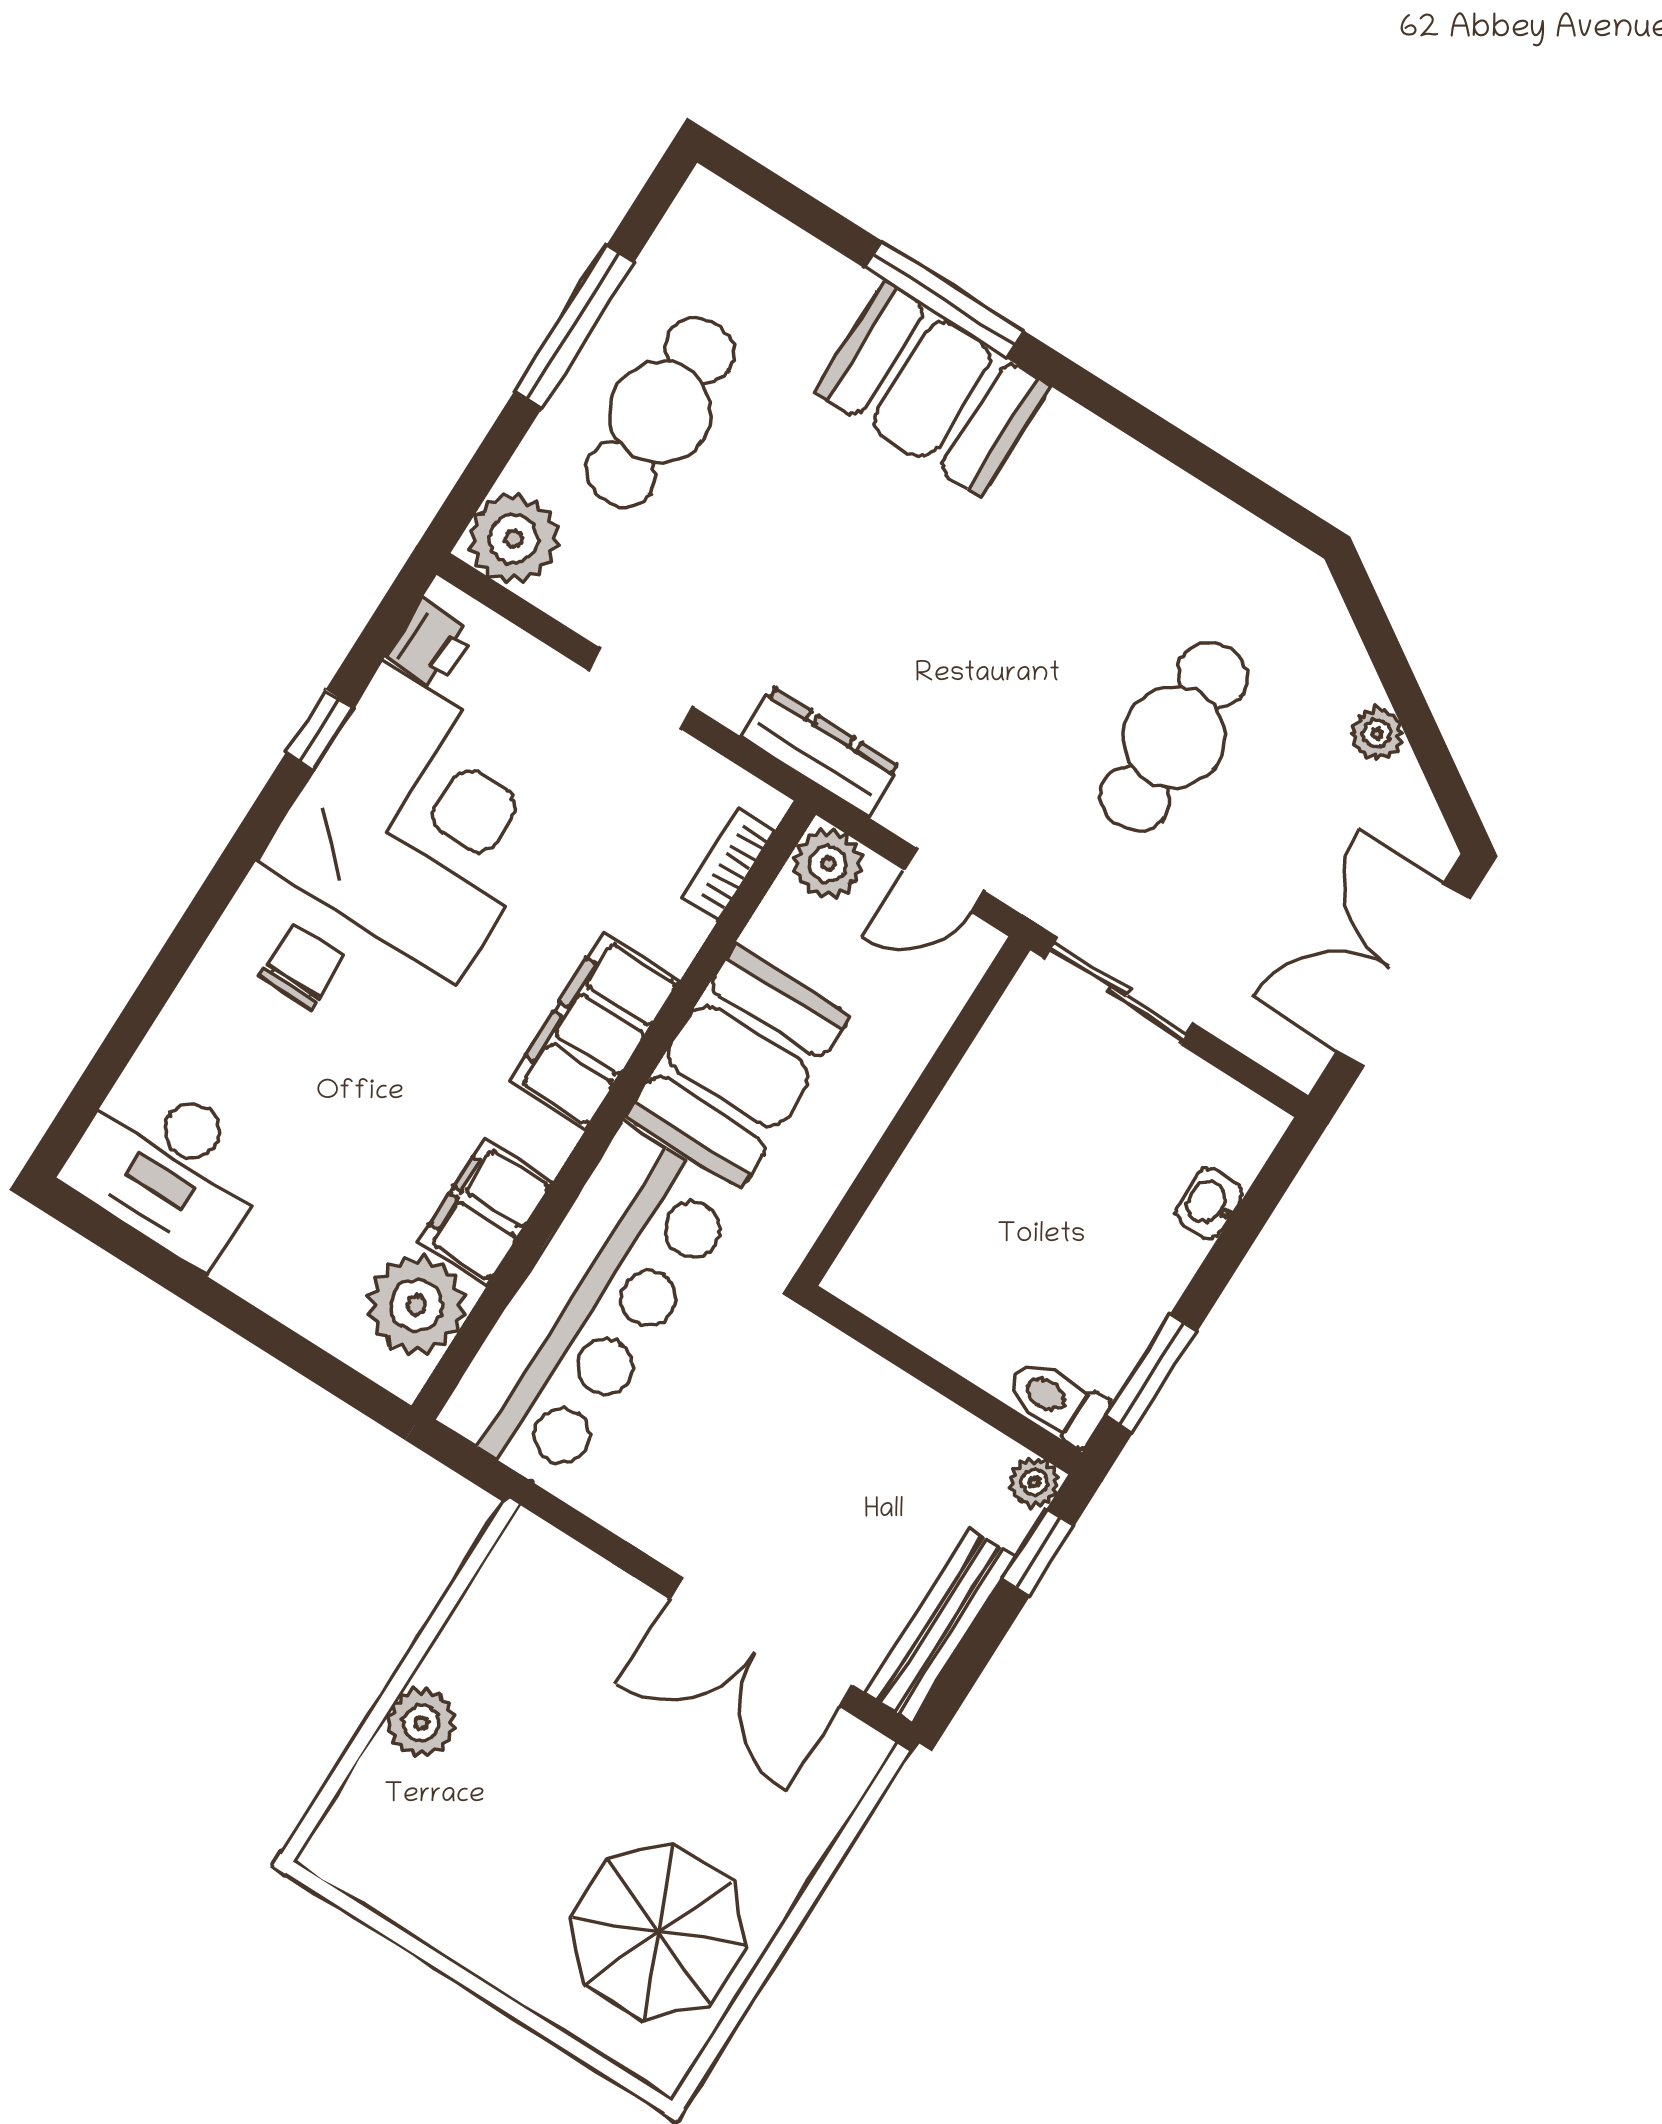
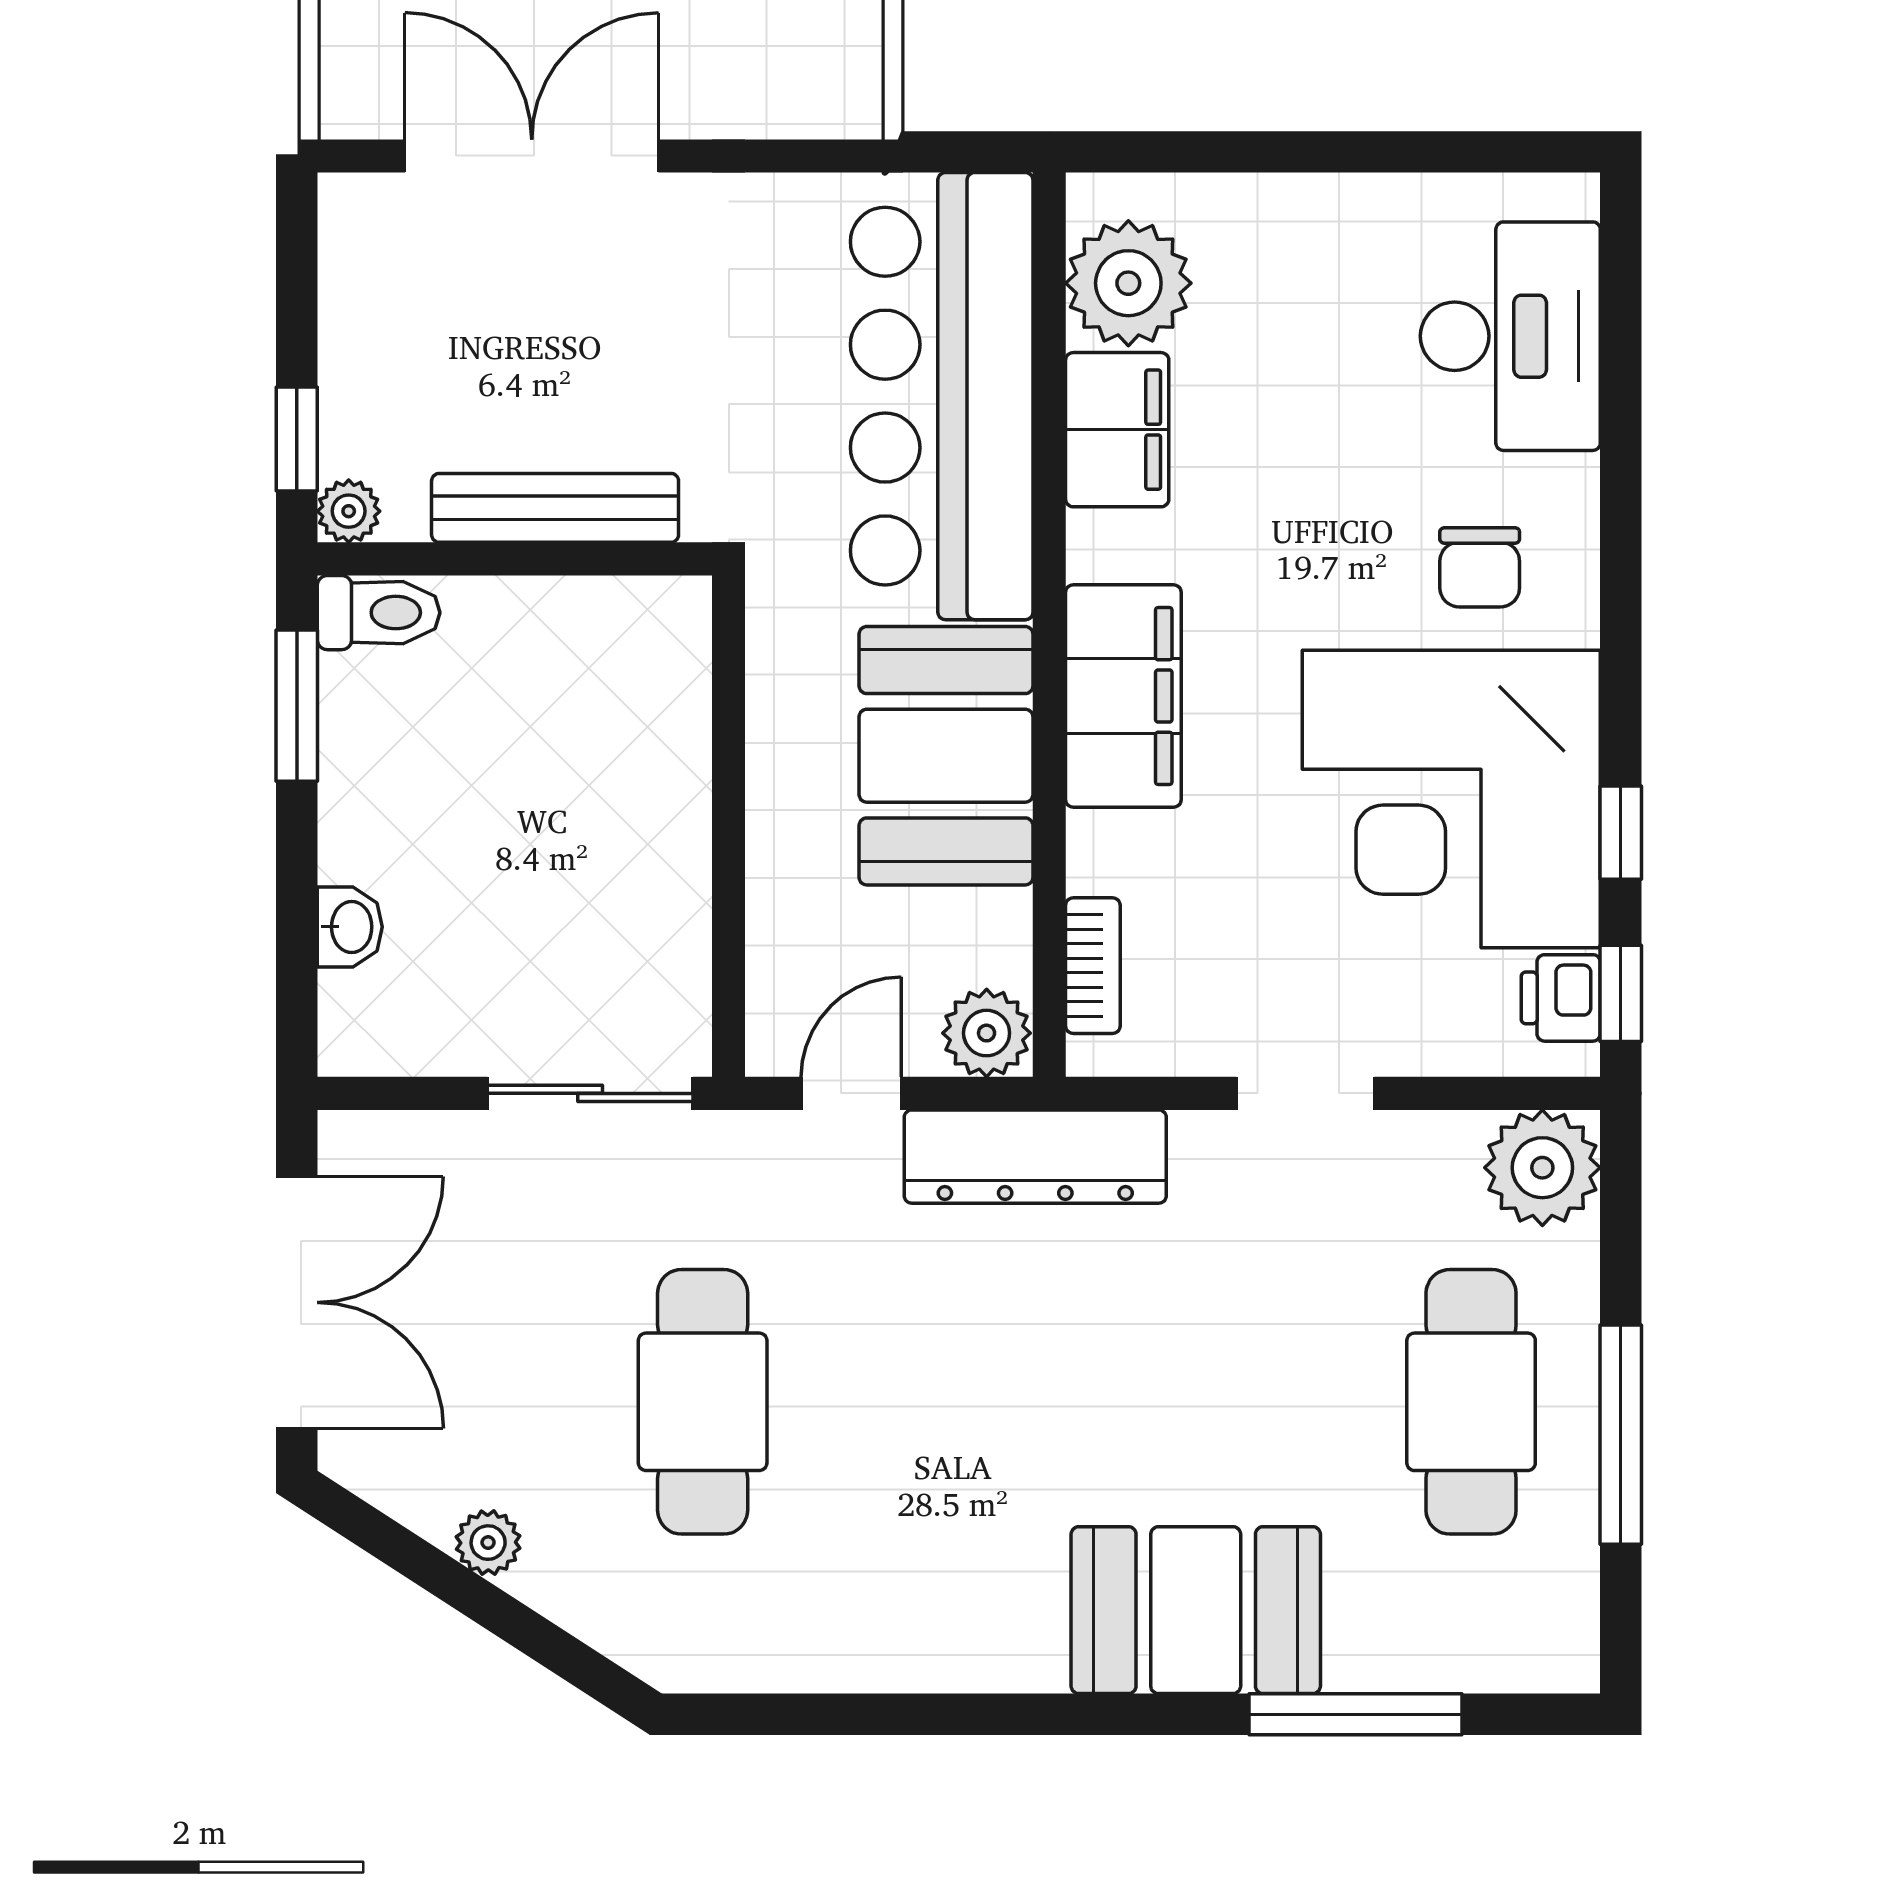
window: (944, 300) -> (1355, 1714), moved
window: (387, 622) -> (1621, 993), added
dresser: (821, 752) -> (1035, 1157), width x1.37, depth x1.24
desk: (169, 1168) -> (1510, 336), moved, turned 90
bench: (941, 1625) -> (555, 508), moved, turned 90

